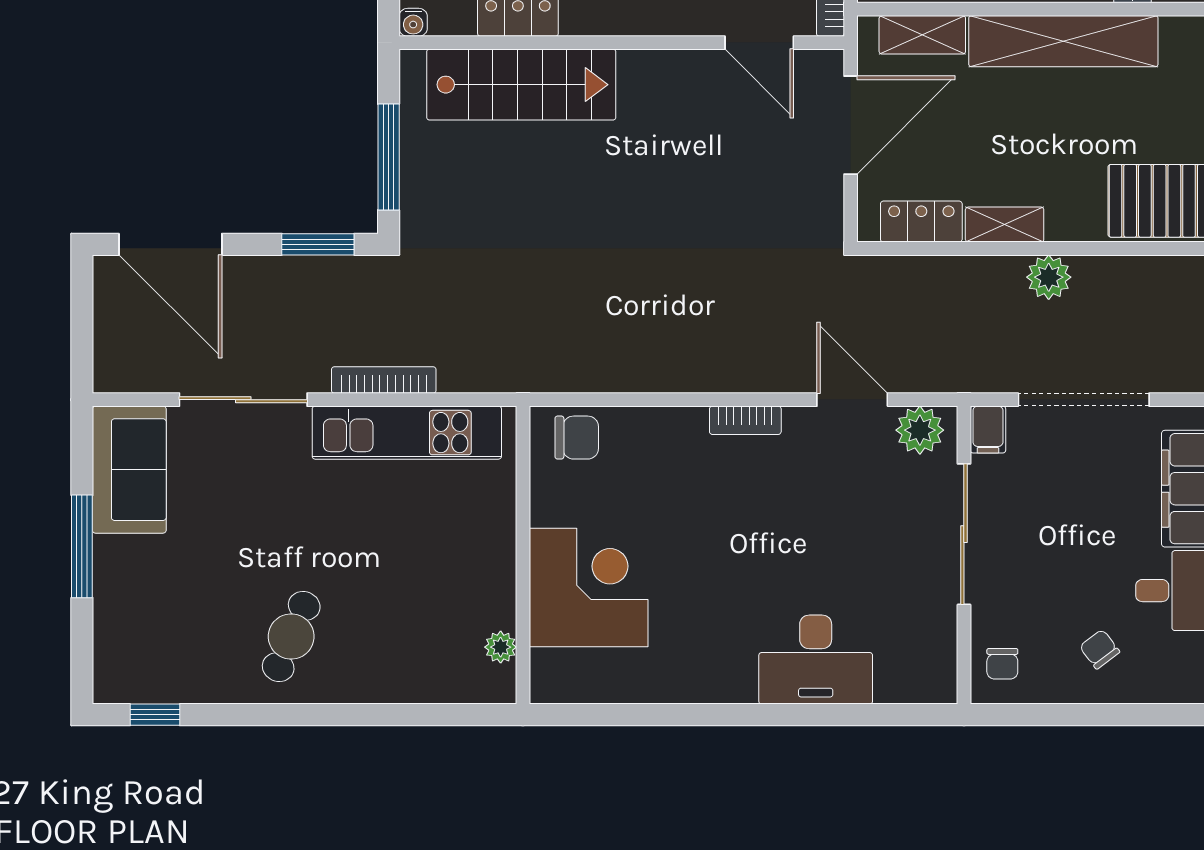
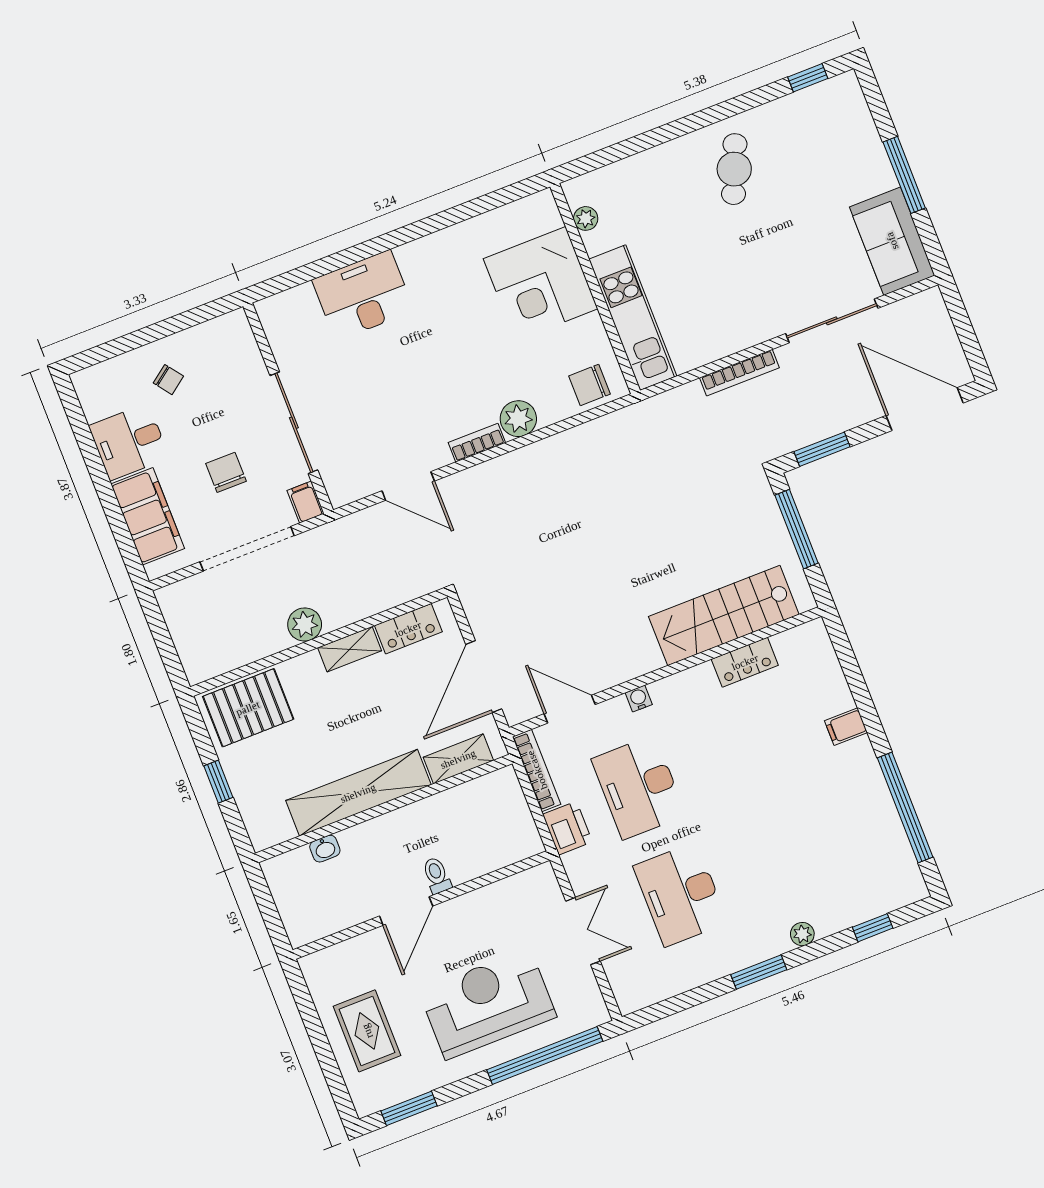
water cooler: (413, 22) -> (639, 699), moved
plant: (920, 430) -> (518, 419), moved
kitchen unit: (407, 433) -> (633, 318), moved, turned 90
chair: (1002, 664) -> (226, 472), moved, width x1.37, depth x1.37

